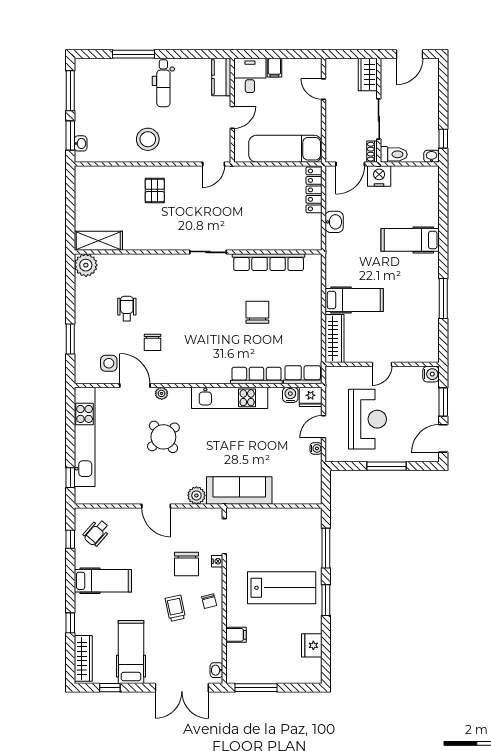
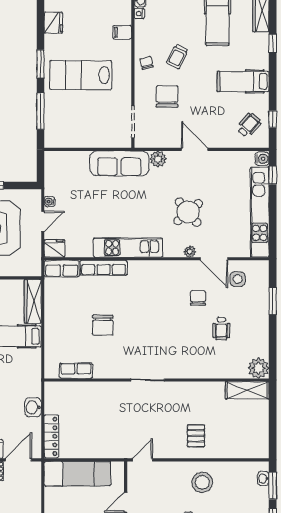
row of seats: (269, 262) -> (76, 371), width x0.50
water cooler: (290, 395) -> (262, 159), moved, turned -90
nightstand: (217, 561) -> (139, 14), moved
trolley: (175, 608) -> (177, 56), turned 39

